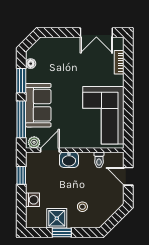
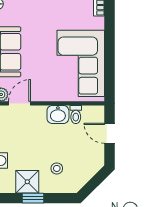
washbasin: (69, 160) -> (58, 114), moved

